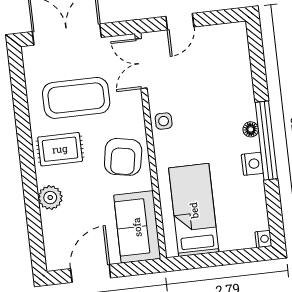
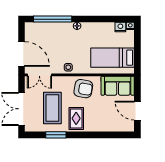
door: (180, 22) -> (21, 54), width x1.87
window: (22, 111) -> (56, 135), added
window: (266, 141) -> (53, 19), moved
nightstand: (252, 164) -> (120, 27), moved
plant: (50, 198) -> (99, 126), removed

